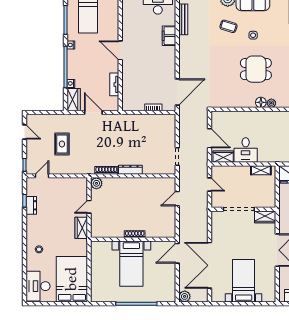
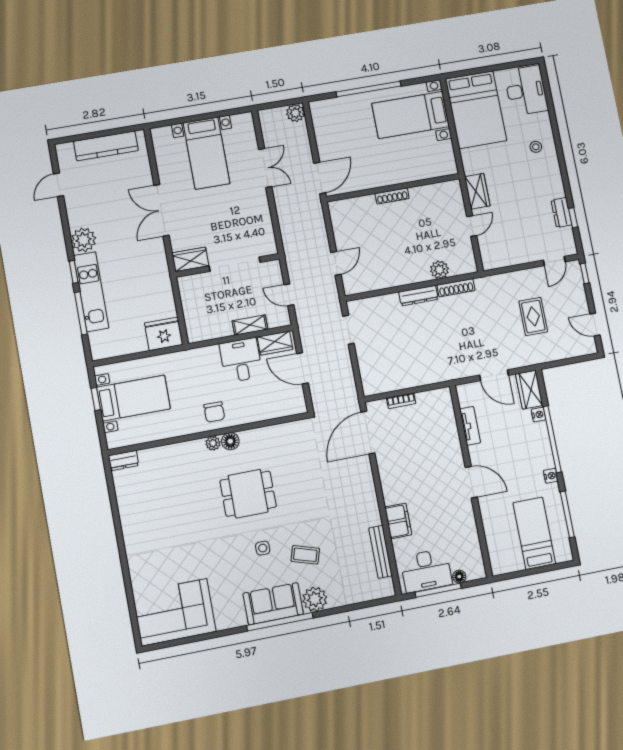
chair: (267, 122) -> (214, 412), added
shelving: (261, 170) -> (250, 325), moved
plant: (96, 183) -> (439, 270), moved
bed with nightstands: (131, 264) -> (411, 115), moved, turned -90
double door: (209, 265) -> (265, 168), width x0.54

